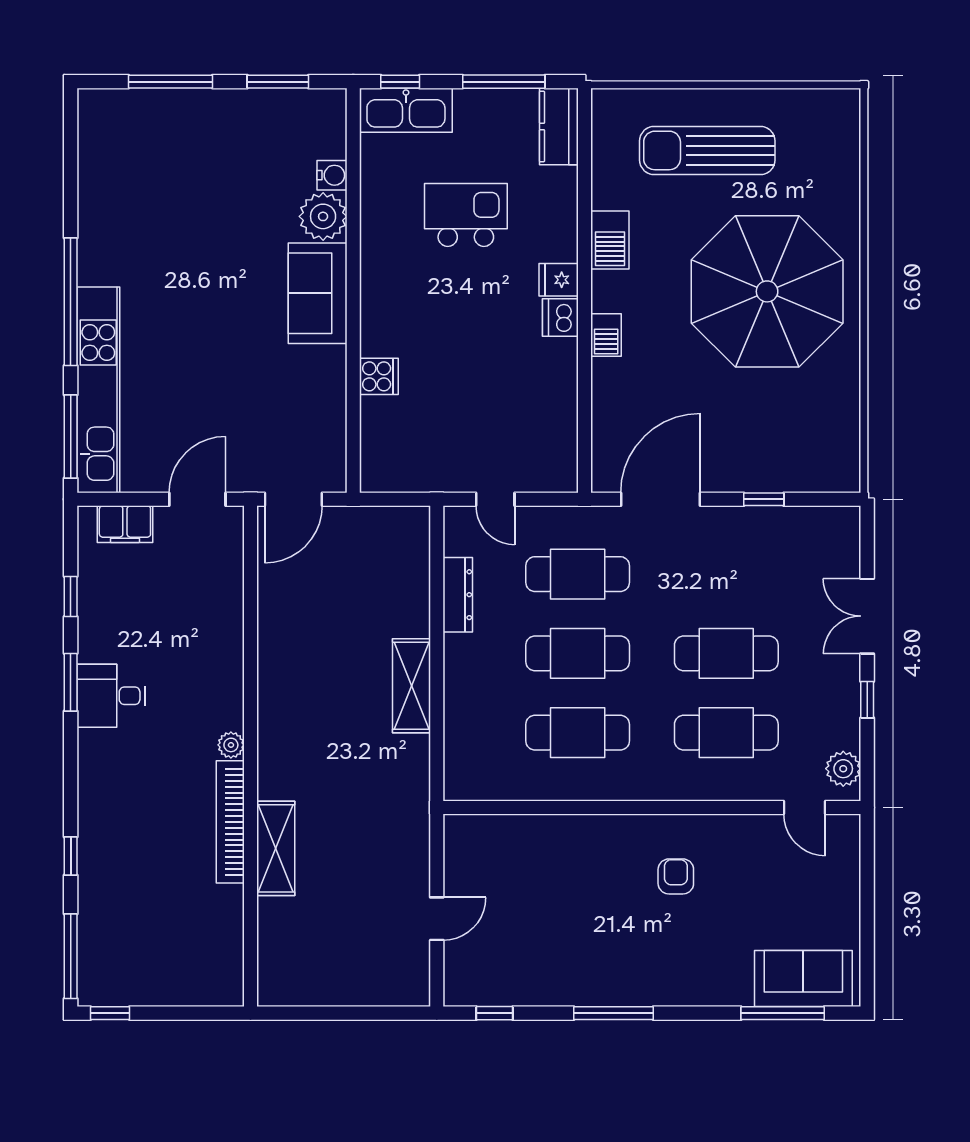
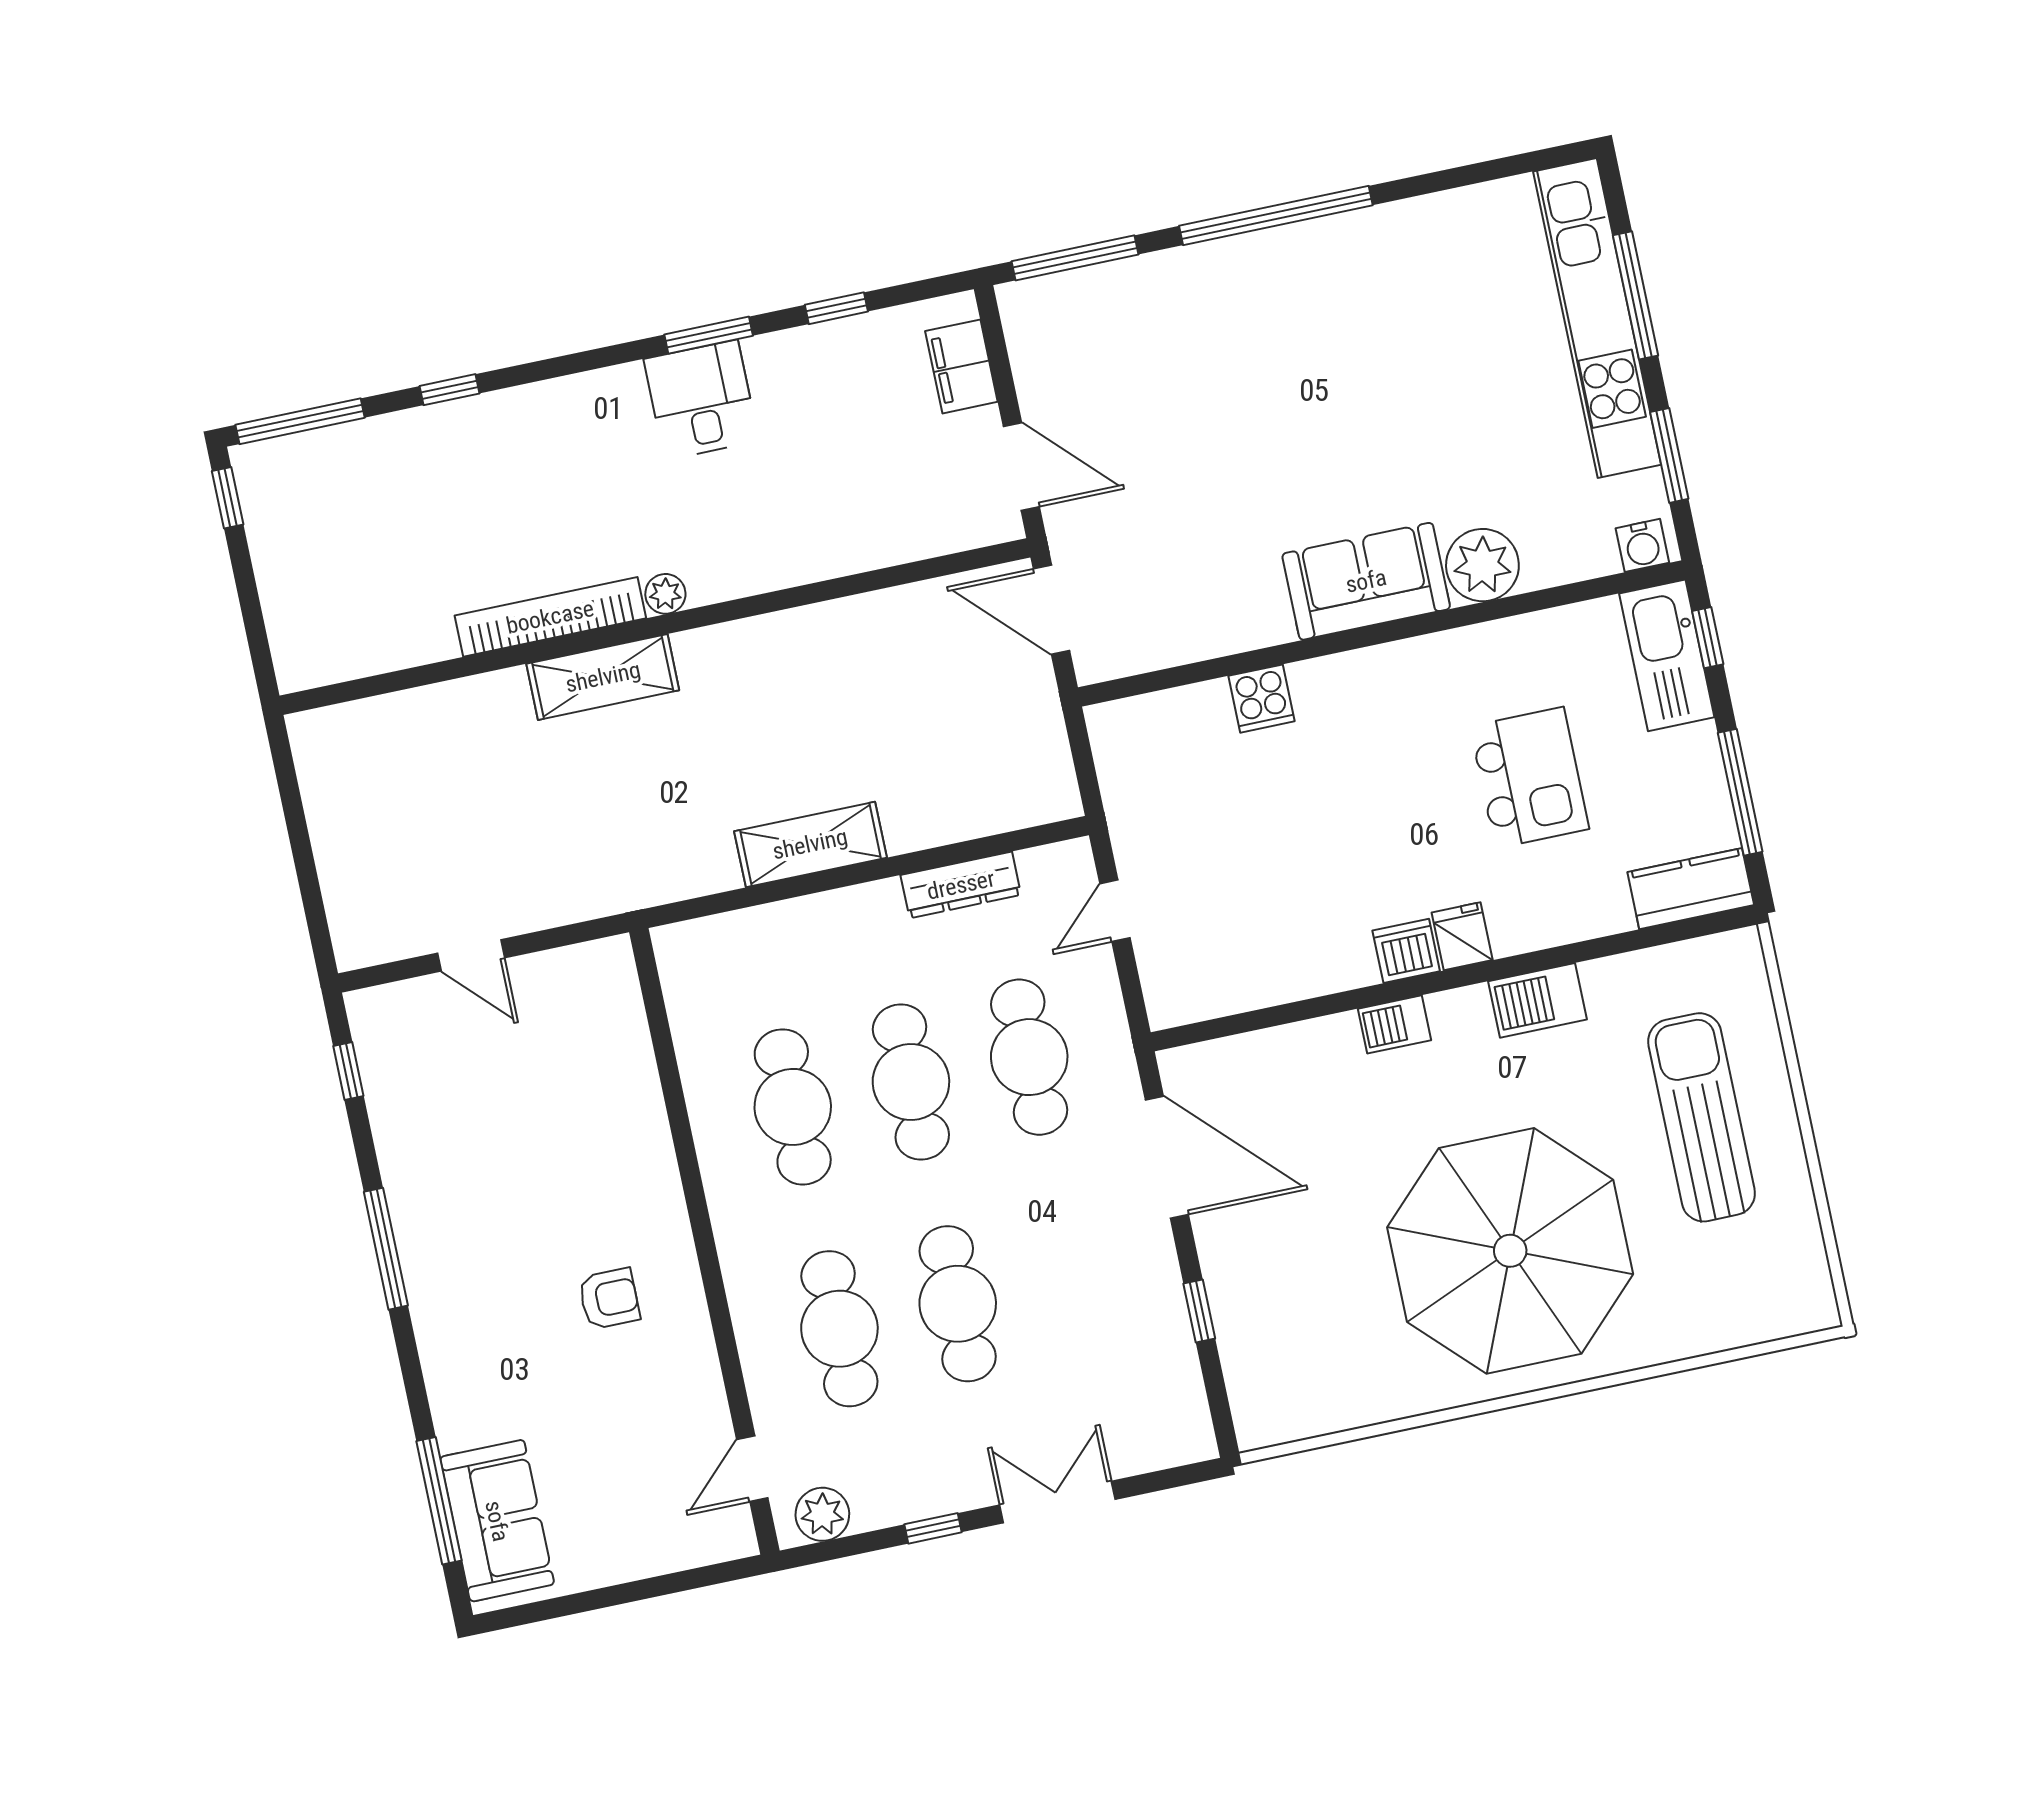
water cooler: (332, 175) -> (1642, 545), moved
kitchen unit: (98, 390) -> (1597, 318), moved, turned 90
shelving: (276, 848) -> (603, 677), moved

